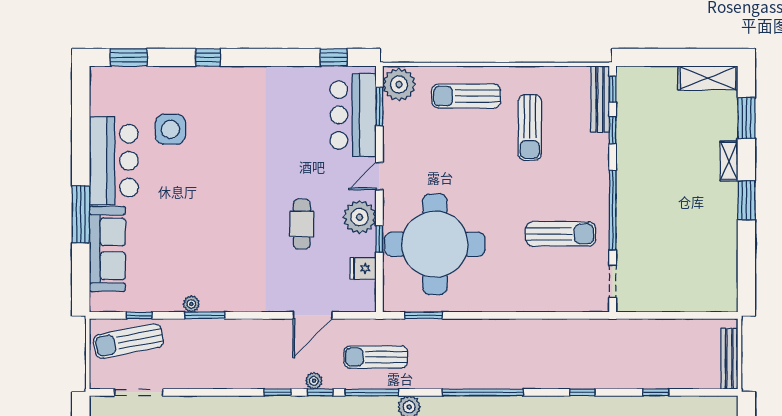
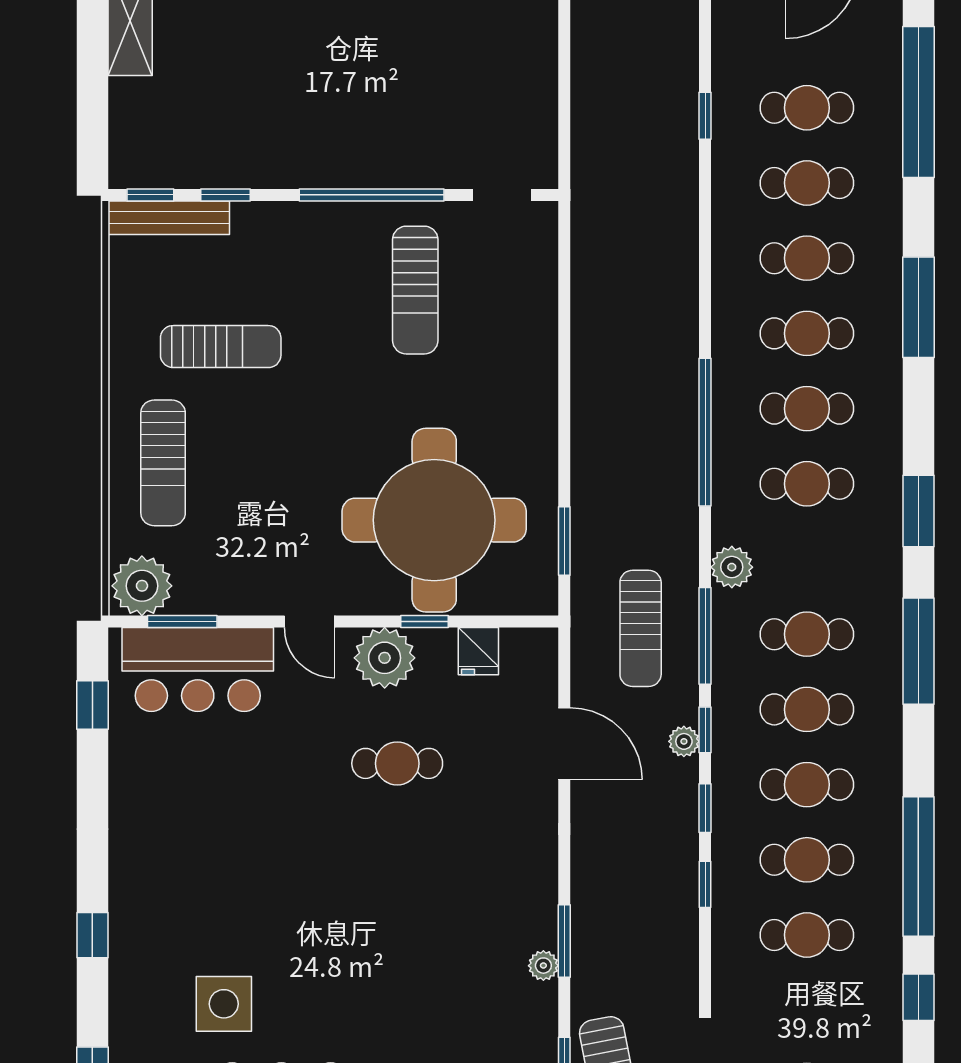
sun lounger: (561, 234) -> (415, 290), turned 180
window: (582, 392) -> (705, 884), moved

